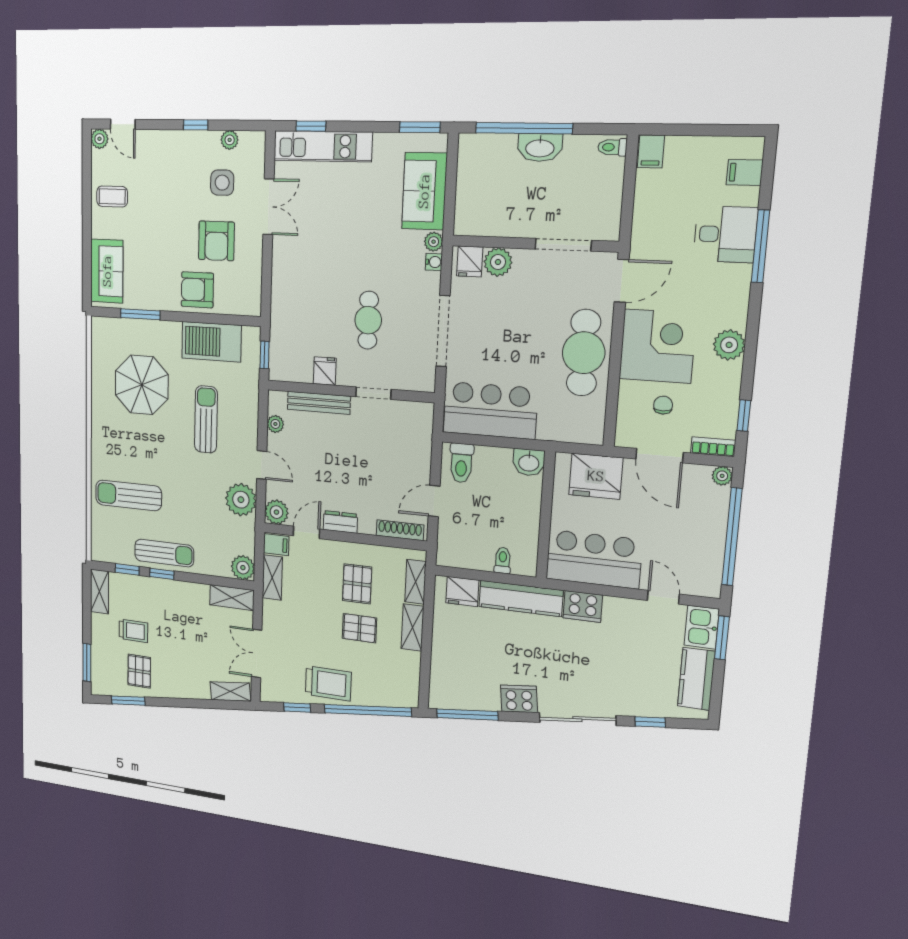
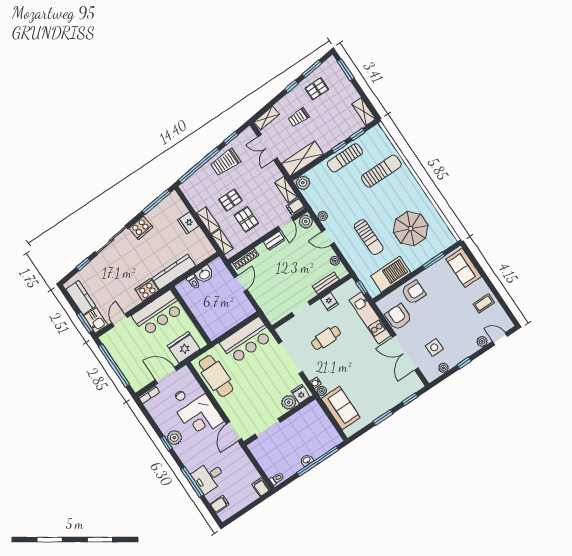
window: (420, 127) -> (383, 417), moved
plant: (99, 139) -> (482, 341), moved
kitchen unit: (323, 146) -> (370, 318), moved, turned -90
washbasin: (540, 148) -> (307, 460), width x0.52, depth x0.69
double door: (268, 207) -> (405, 352), width x1.37
armchair: (216, 241) -> (398, 317), moved
cafe table: (368, 320) -> (326, 338), turned 90
cafe table: (584, 353) -> (216, 376), moved
bench: (319, 403) -> (326, 283), width x0.73
window: (744, 416) -> (166, 443), moved
washbasin: (529, 462) -> (204, 274), moved, turned 180
toilet: (461, 463) -> (242, 309), removed
plant: (722, 476) -> (137, 386), removed
plant: (241, 500) -> (323, 216), width x0.53, depth x0.53
fridge: (462, 591) -> (188, 223), moved, turned -90
door: (663, 597) -> (120, 320), swing flipped
shelving: (232, 598) -> (302, 159), width x1.50, depth x1.33
trolley: (133, 631) -> (299, 117), moved
double door: (257, 654) -> (268, 147), swing flipped
pallet: (139, 671) -> (317, 89), turned 90
window: (170, 702) -> (291, 86), added

